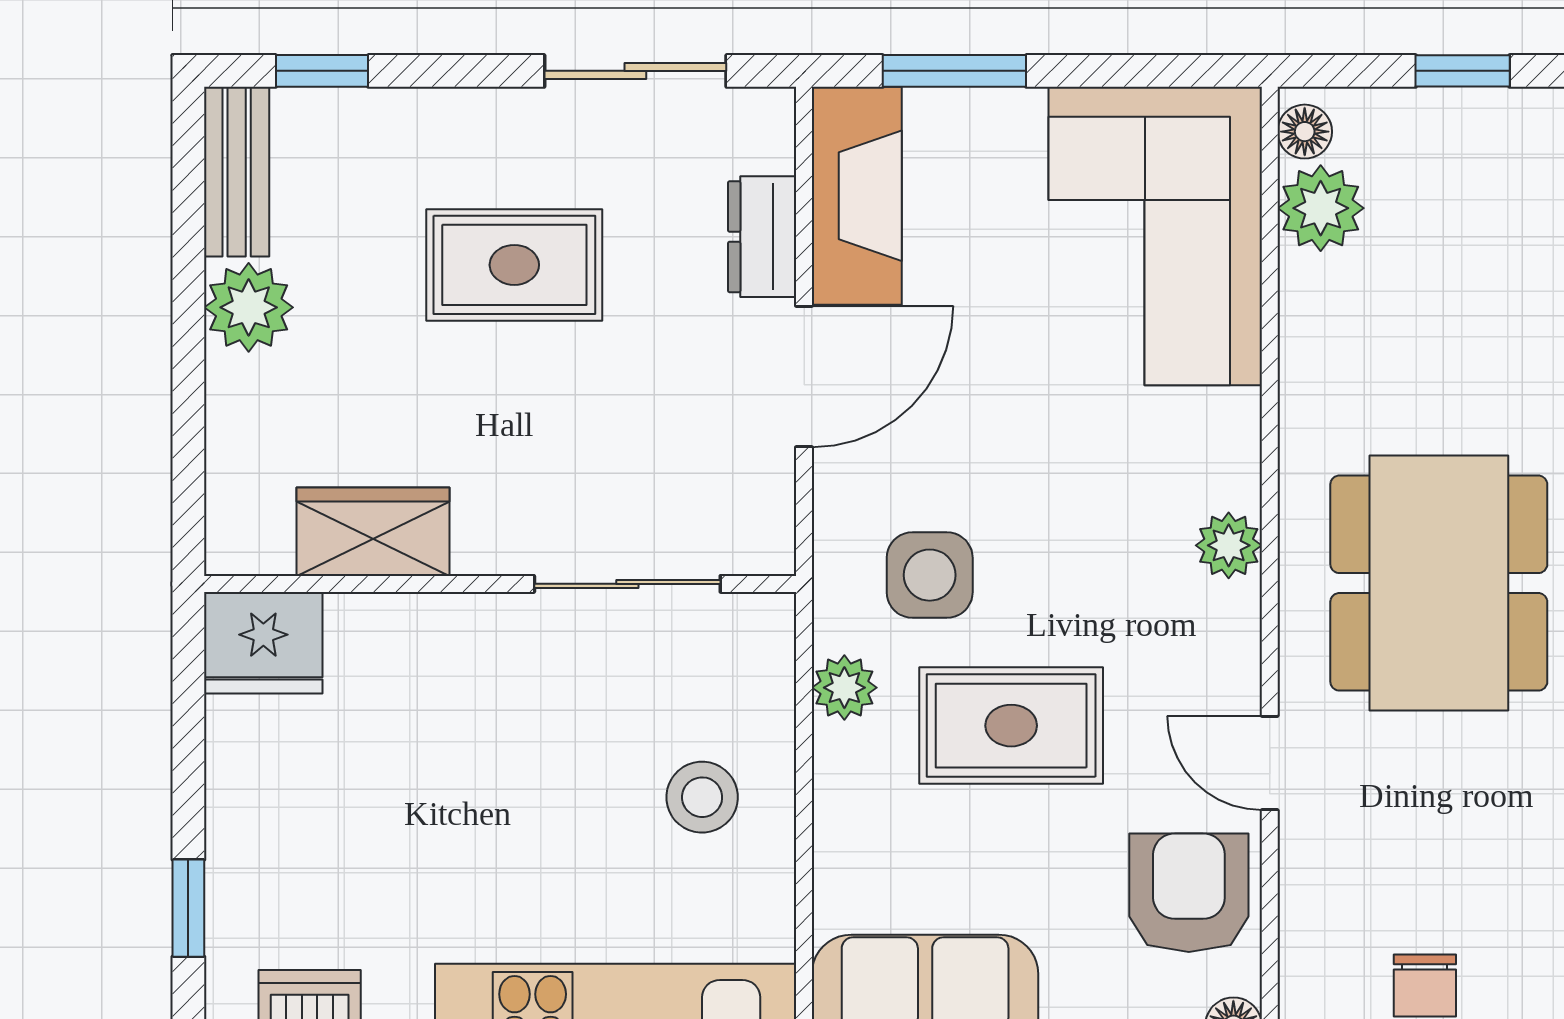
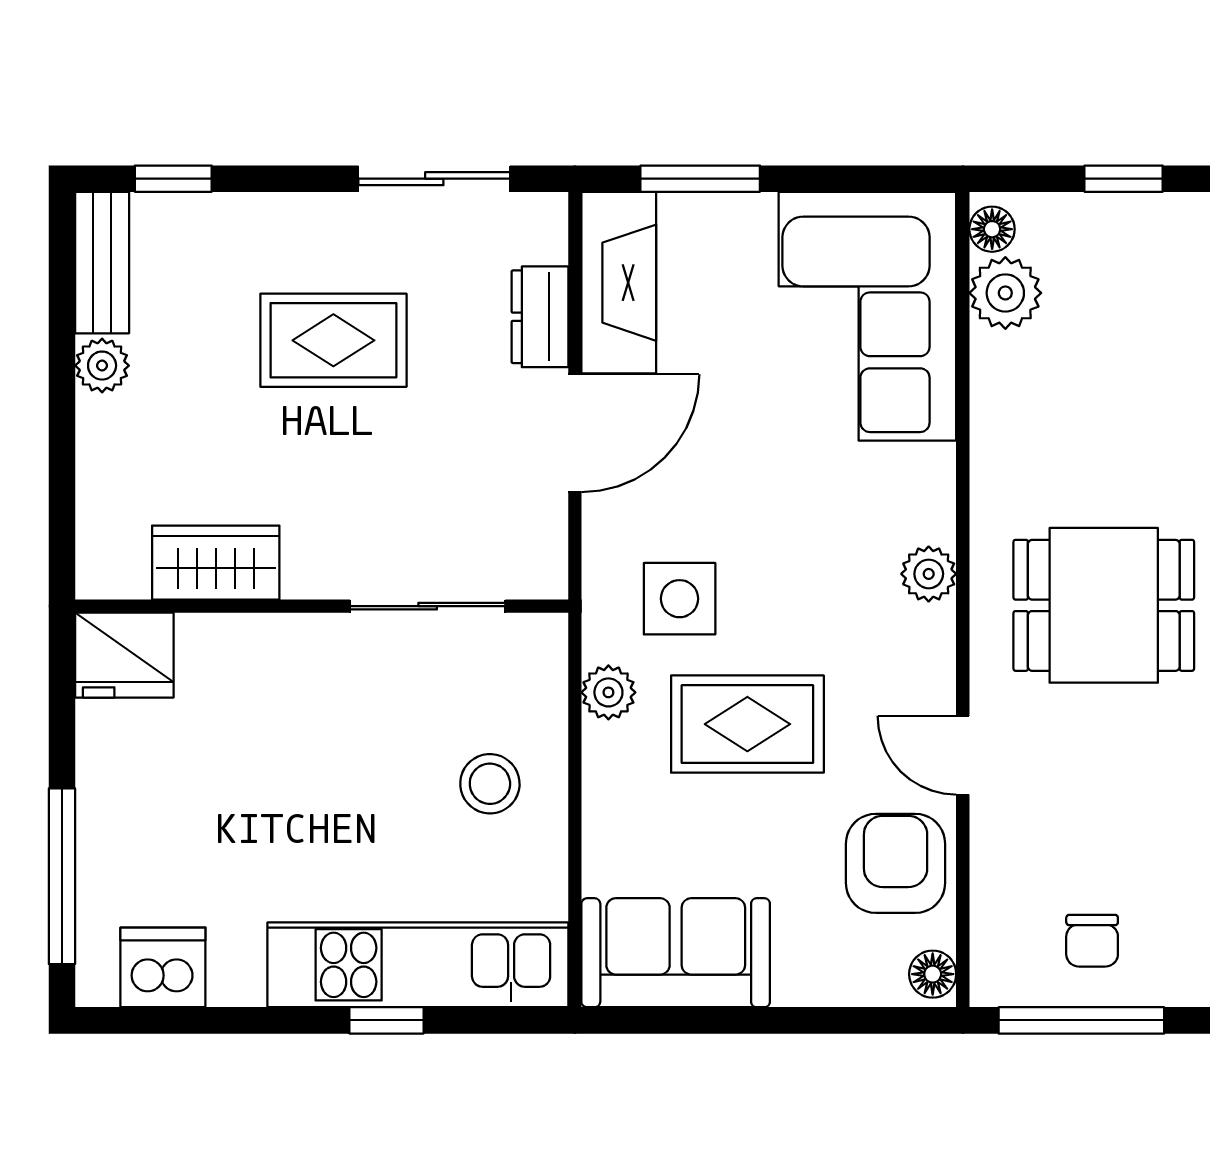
plant: (249, 307) -> (102, 366), width x0.73, depth x0.73
dining table: (1439, 583) -> (1104, 605), width x0.73
window: (188, 908) -> (62, 876), width x2.17

